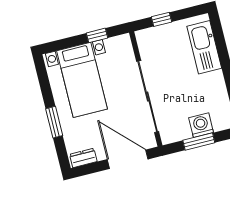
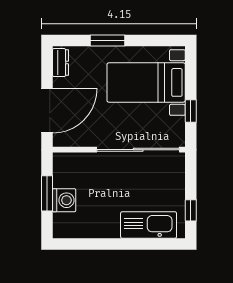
window: (162, 19) -> (191, 210), moved
sliding door: (148, 97) -> (138, 150), moved

